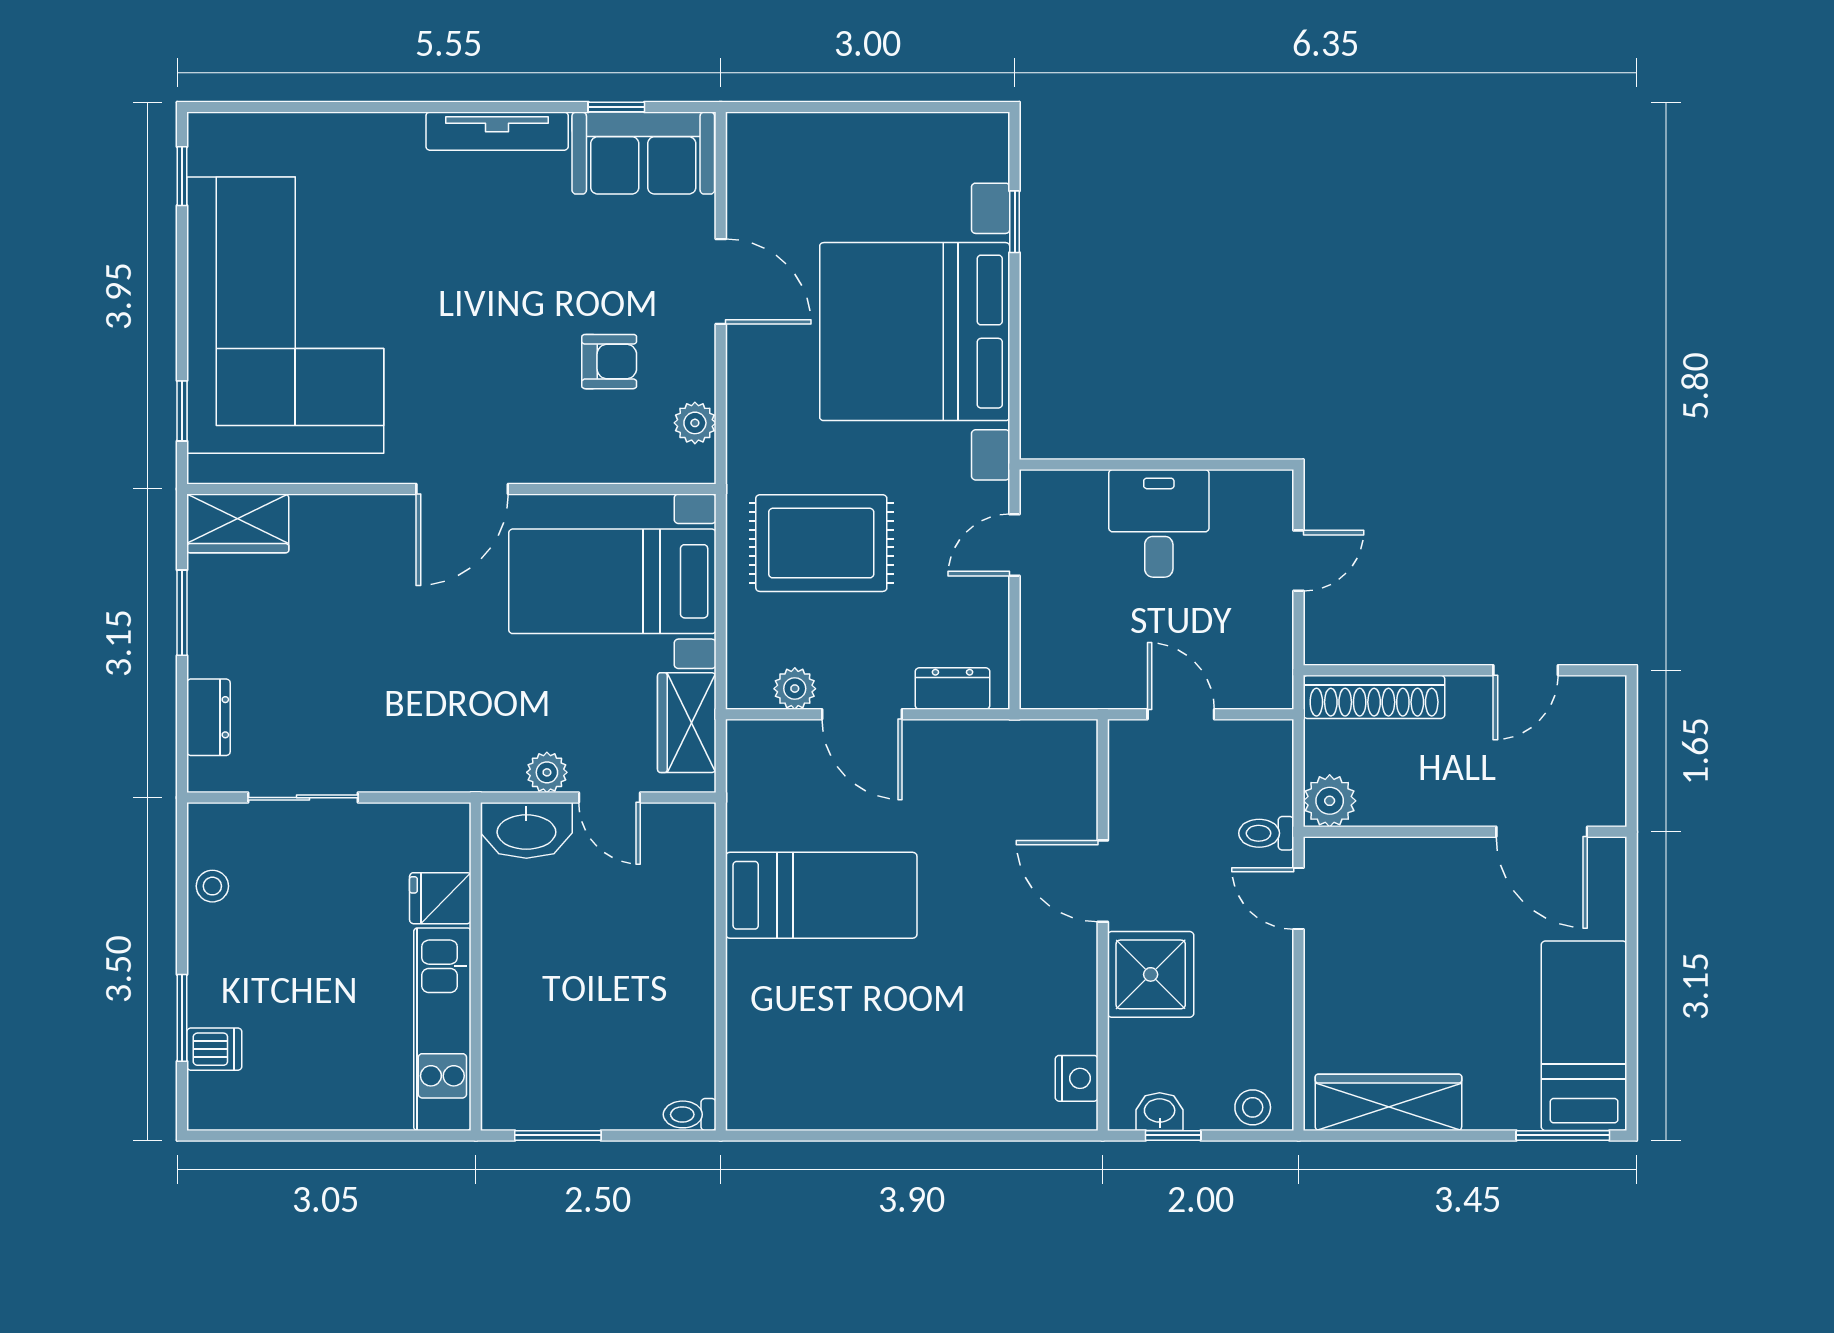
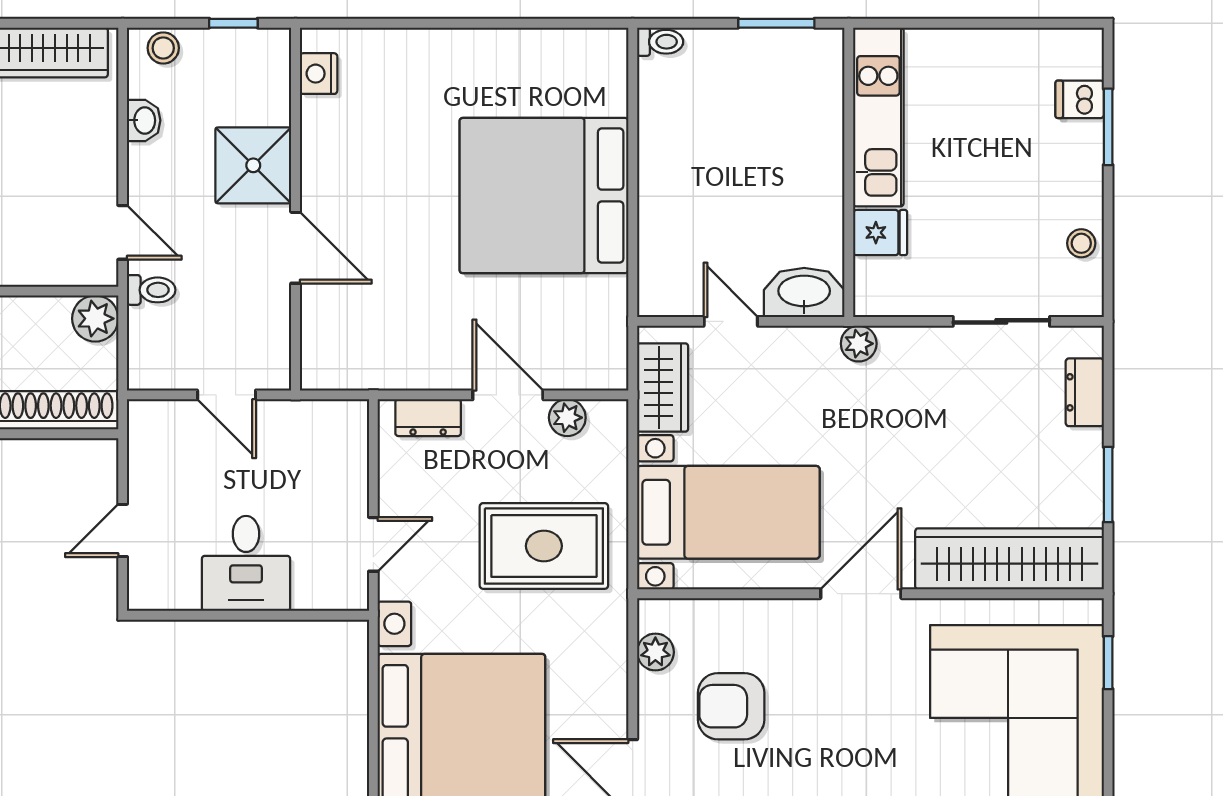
armchair: (609, 362) -> (731, 706), width x1.38, depth x1.38
wardrobe: (238, 523) -> (1009, 559), width x2.10, depth x1.17
plant: (547, 772) -> (859, 344), moved
bed: (821, 895) -> (544, 196), width x2.04
washbasin: (1160, 1112) -> (144, 120), moved, turned -90

